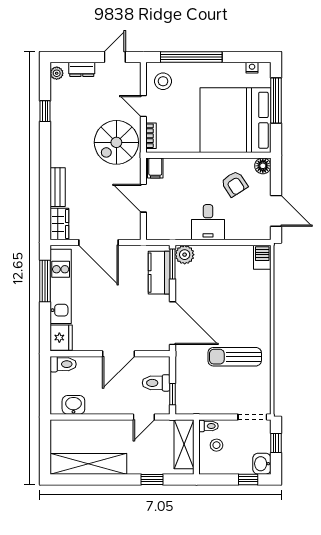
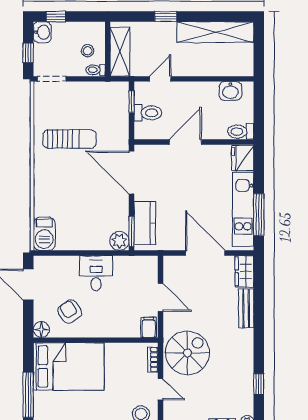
bed: (235, 120) -> (69, 366), width x0.73
barbecue: (262, 257) -> (44, 234), width x1.38, depth x1.27
window: (152, 479) -> (166, 17), moved

